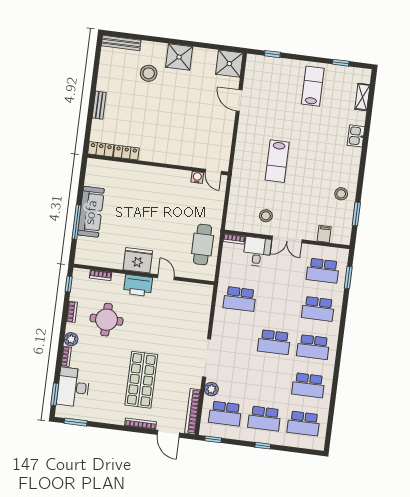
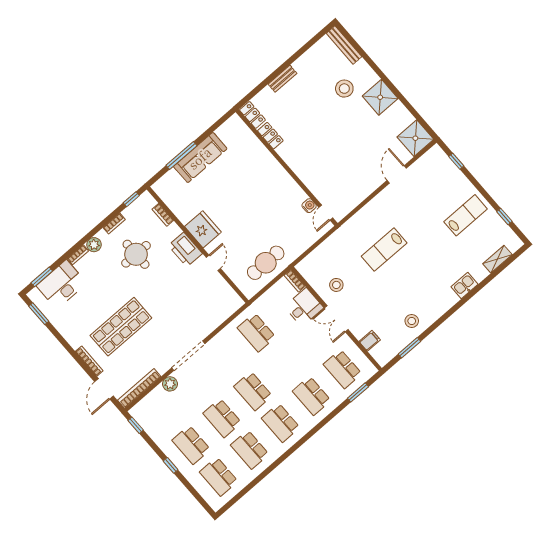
school desk: (225, 414) -> (222, 418), moved

